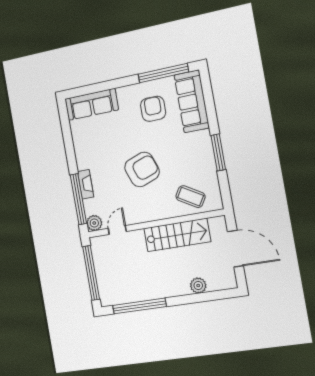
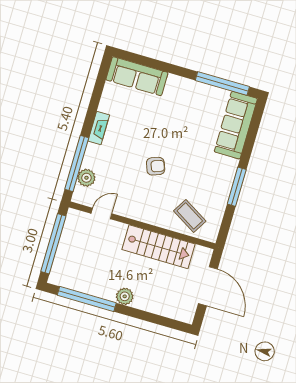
armchair: (153, 109) -> (196, 113), removed
armchair: (142, 169) -> (156, 166), width x0.53, depth x0.53
fireplace: (86, 184) -> (99, 128), moved
plant: (94, 223) -> (86, 178), moved
plant: (198, 286) -> (125, 296), moved

